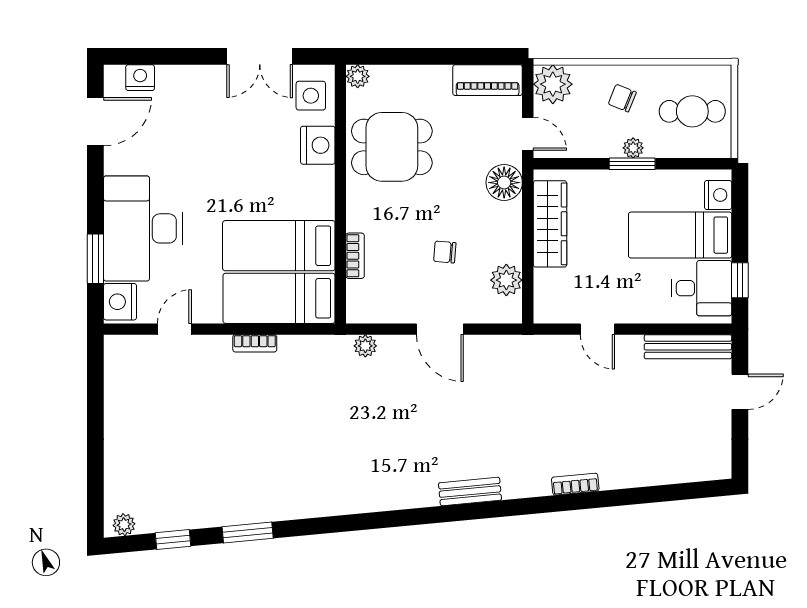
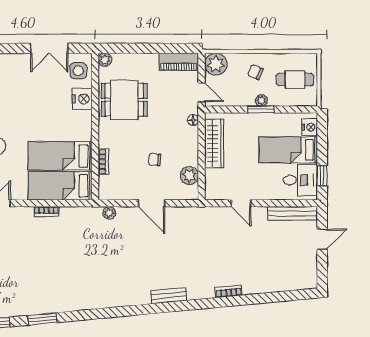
floor lamp: (504, 183) -> (193, 120), width x0.53, depth x0.53

